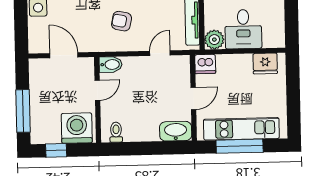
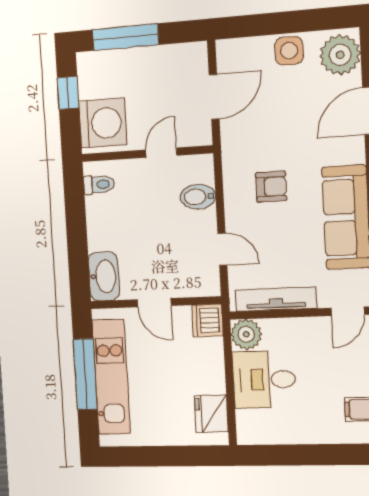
armchair: (122, 21) -> (271, 187), turned 78
bidet: (111, 65) -> (198, 197), moved, turned 90
door: (97, 90) -> (161, 153), swing flipped

